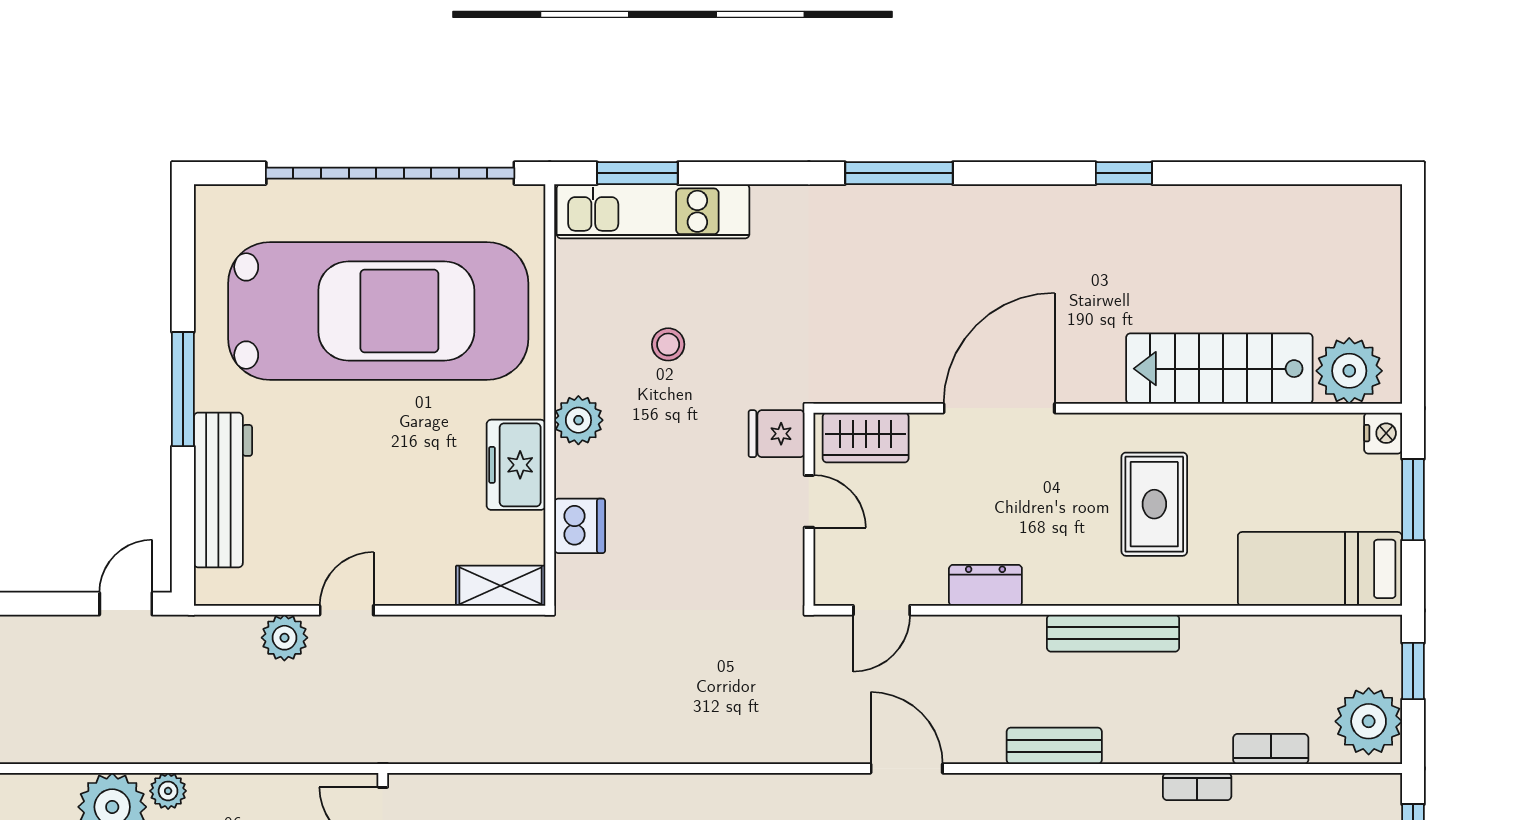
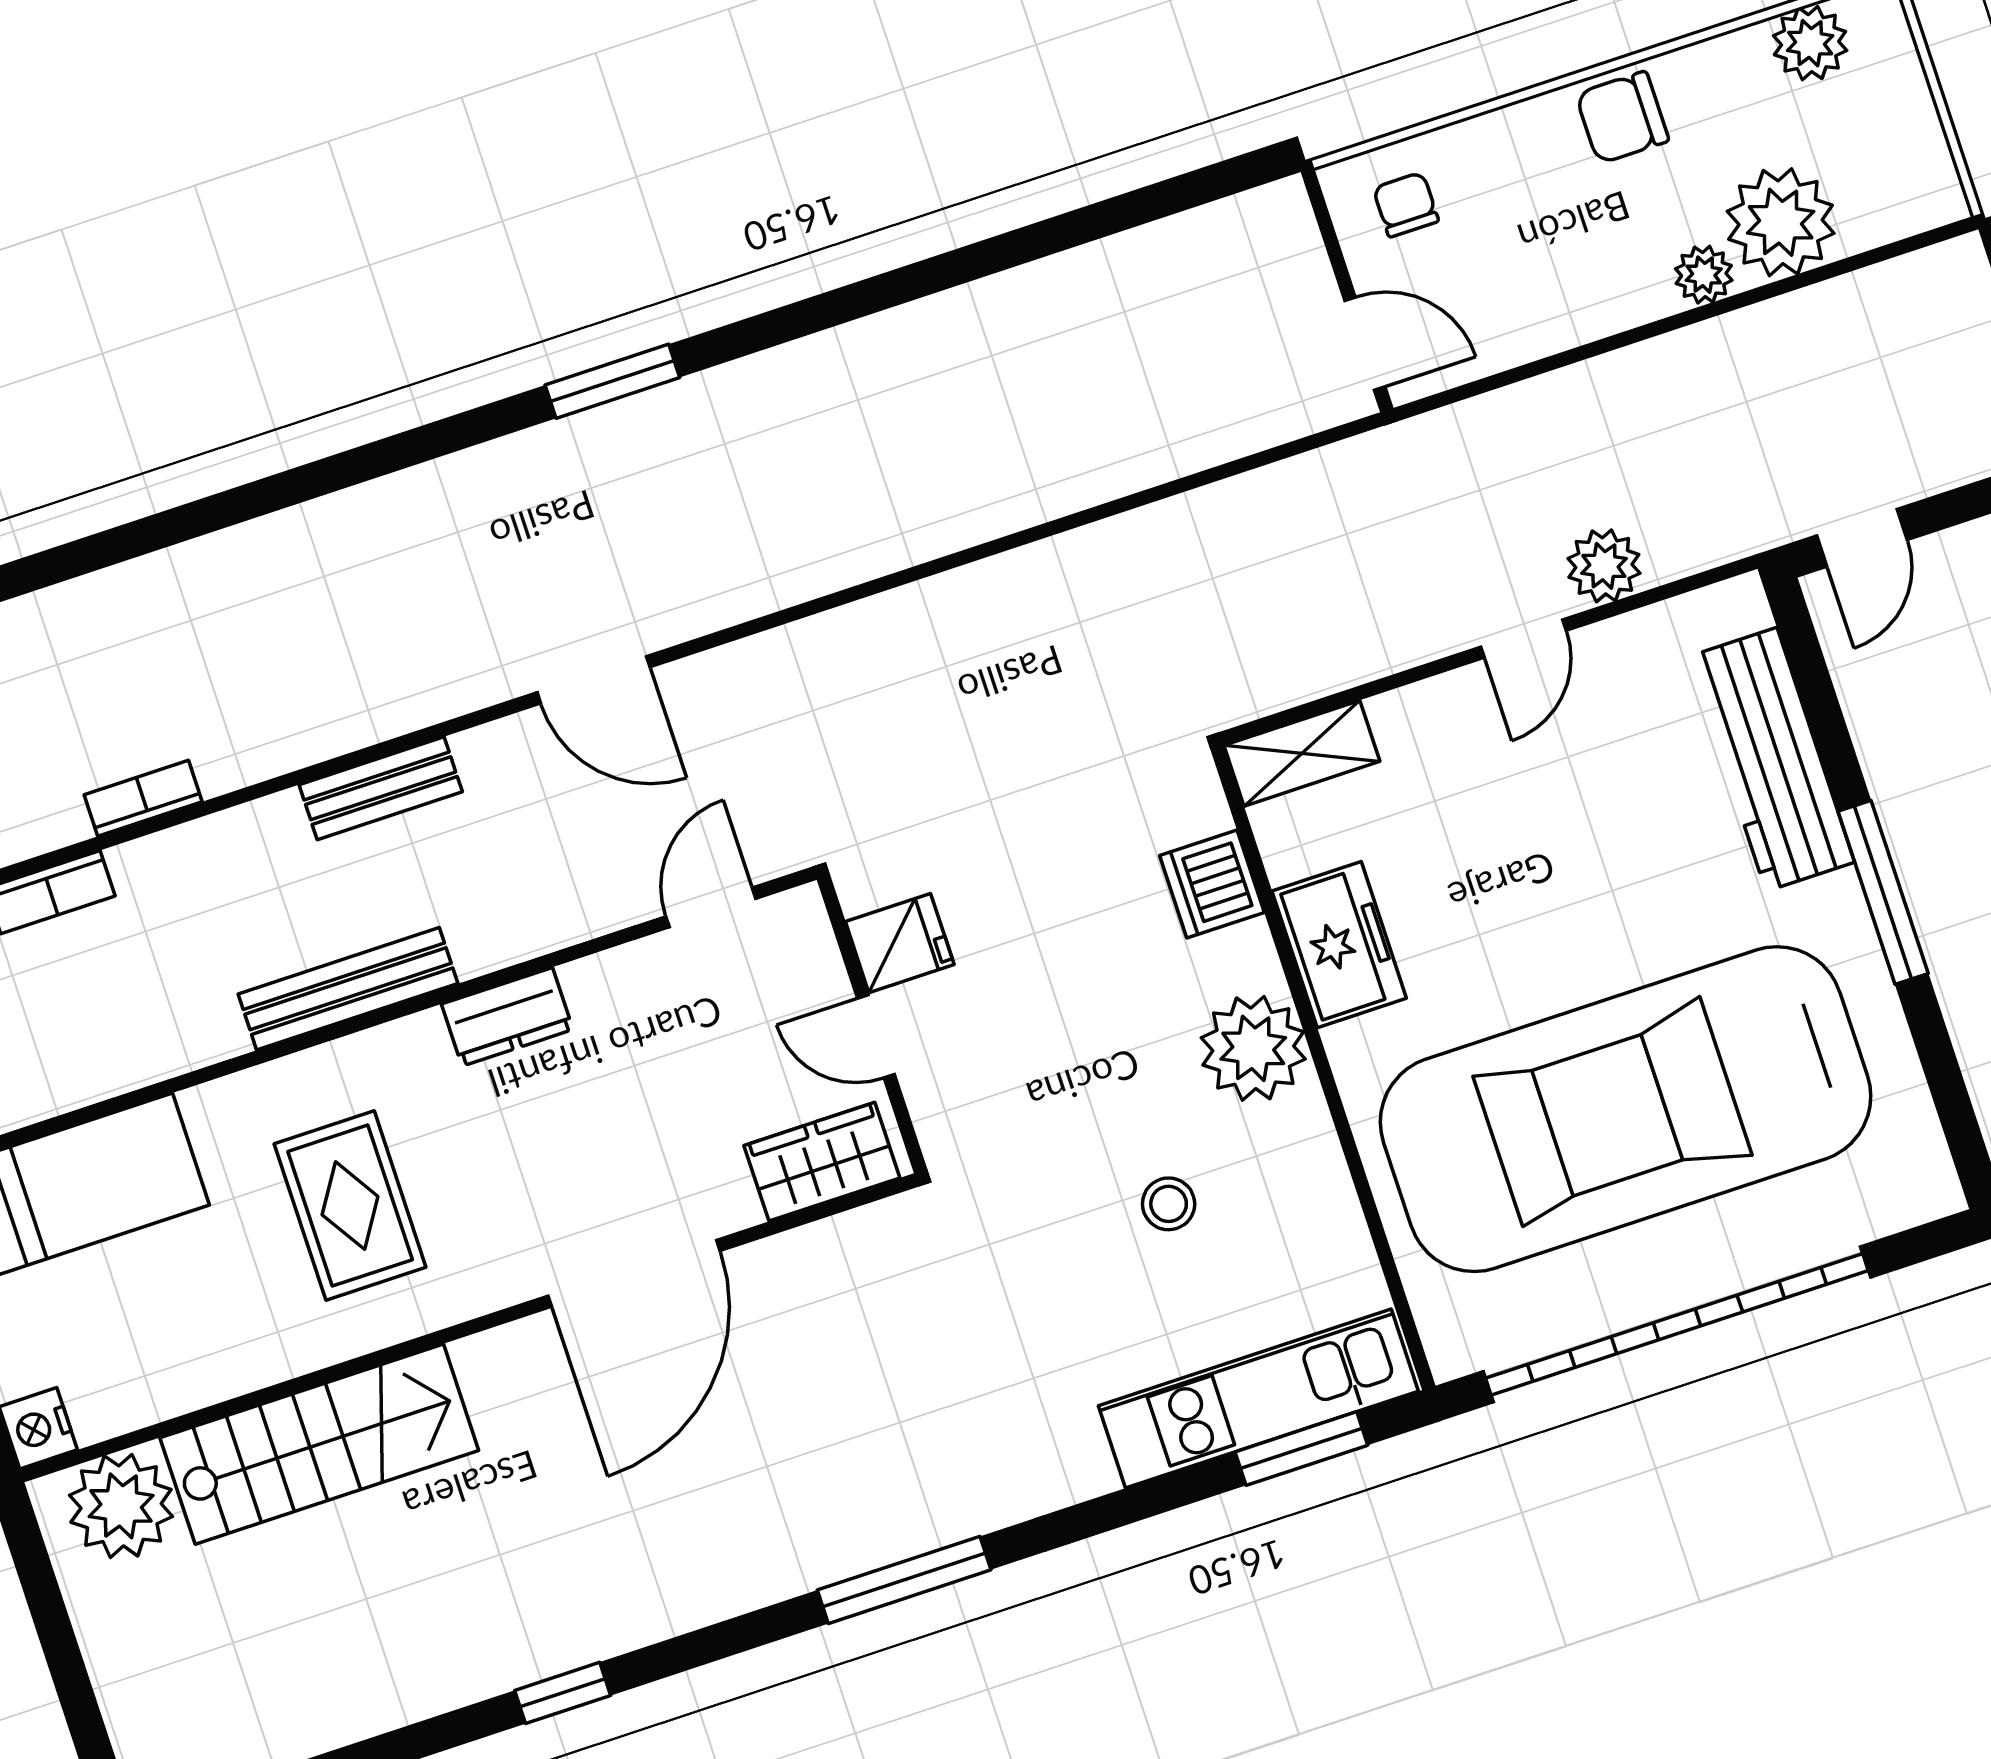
plant: (578, 420) -> (1253, 1048), width x1.36, depth x1.36
fridge: (777, 434) -> (900, 943), moved
dresser: (985, 585) -> (507, 1017), moved

